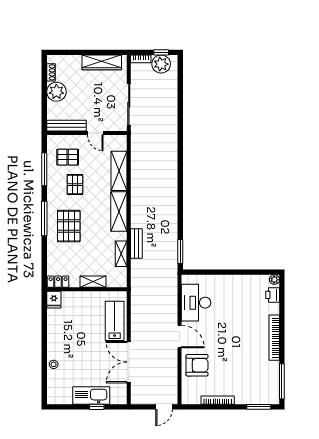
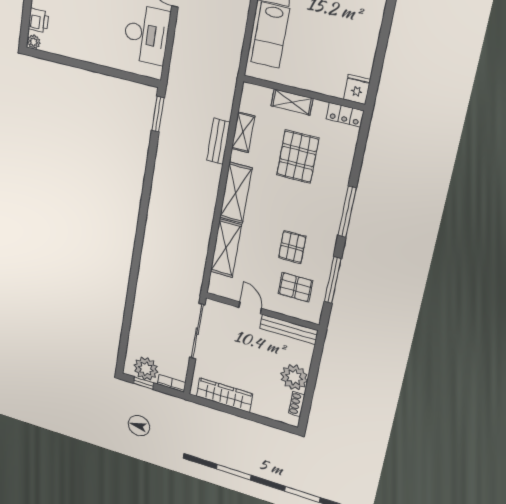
pallet: (69, 226) -> (298, 157), moved

